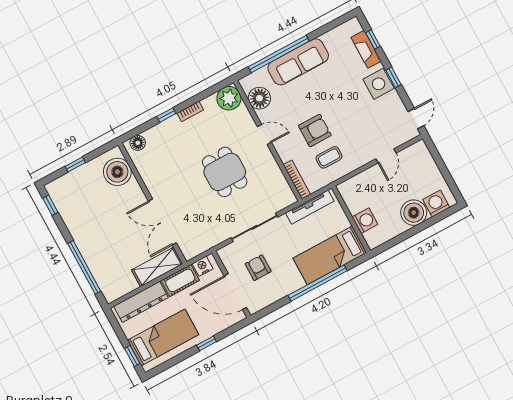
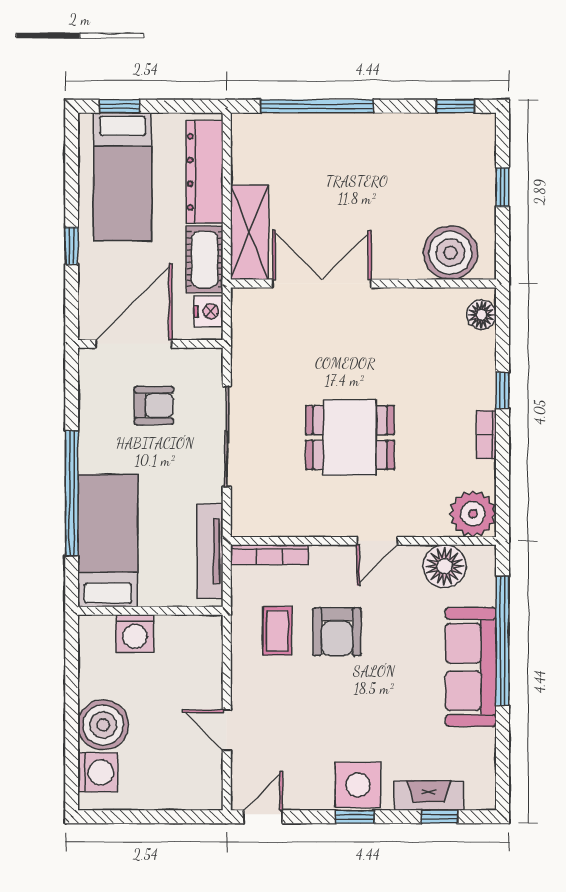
door: (416, 119) -> (263, 817), swing flipped

